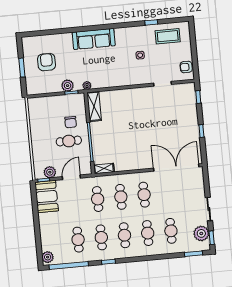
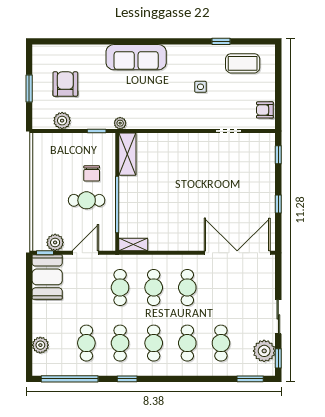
plant: (68, 86) -> (62, 121), moved
plant: (48, 257) -> (40, 345), moved

